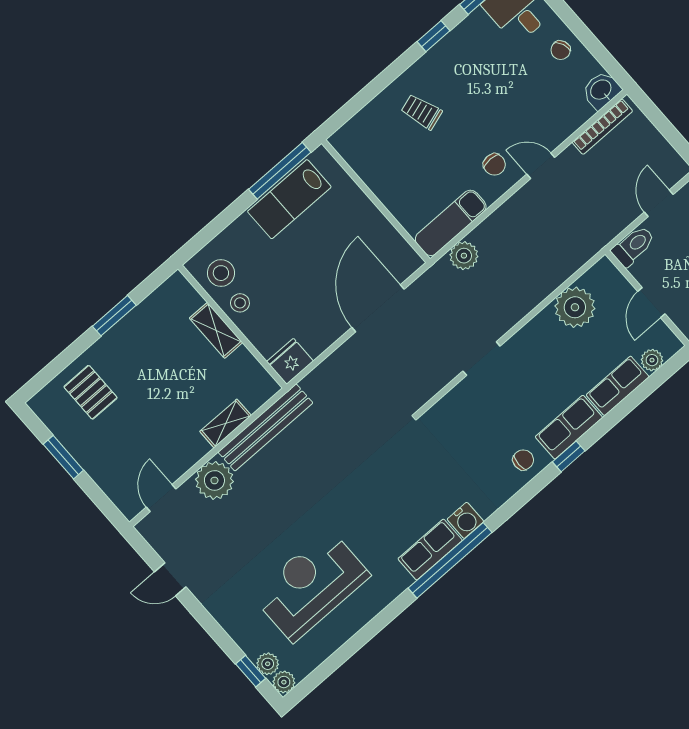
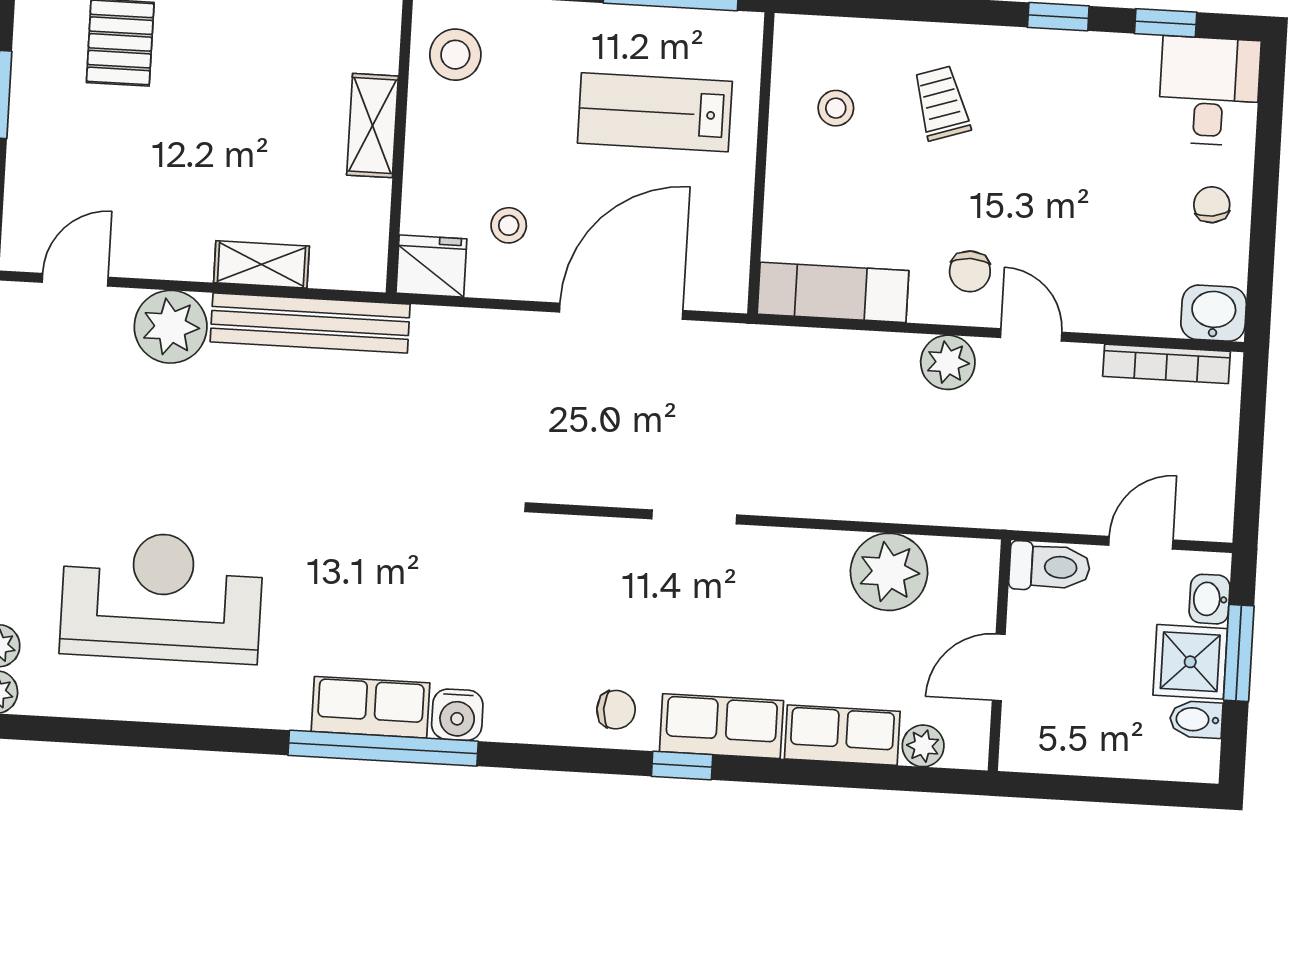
chair: (561, 50) -> (1212, 205), turned 104
stool: (384, 153) -> (836, 108), added
lab bench: (289, 199) -> (655, 112), moved
plant: (464, 256) -> (948, 362), moved
stool: (240, 303) -> (509, 225), moved

